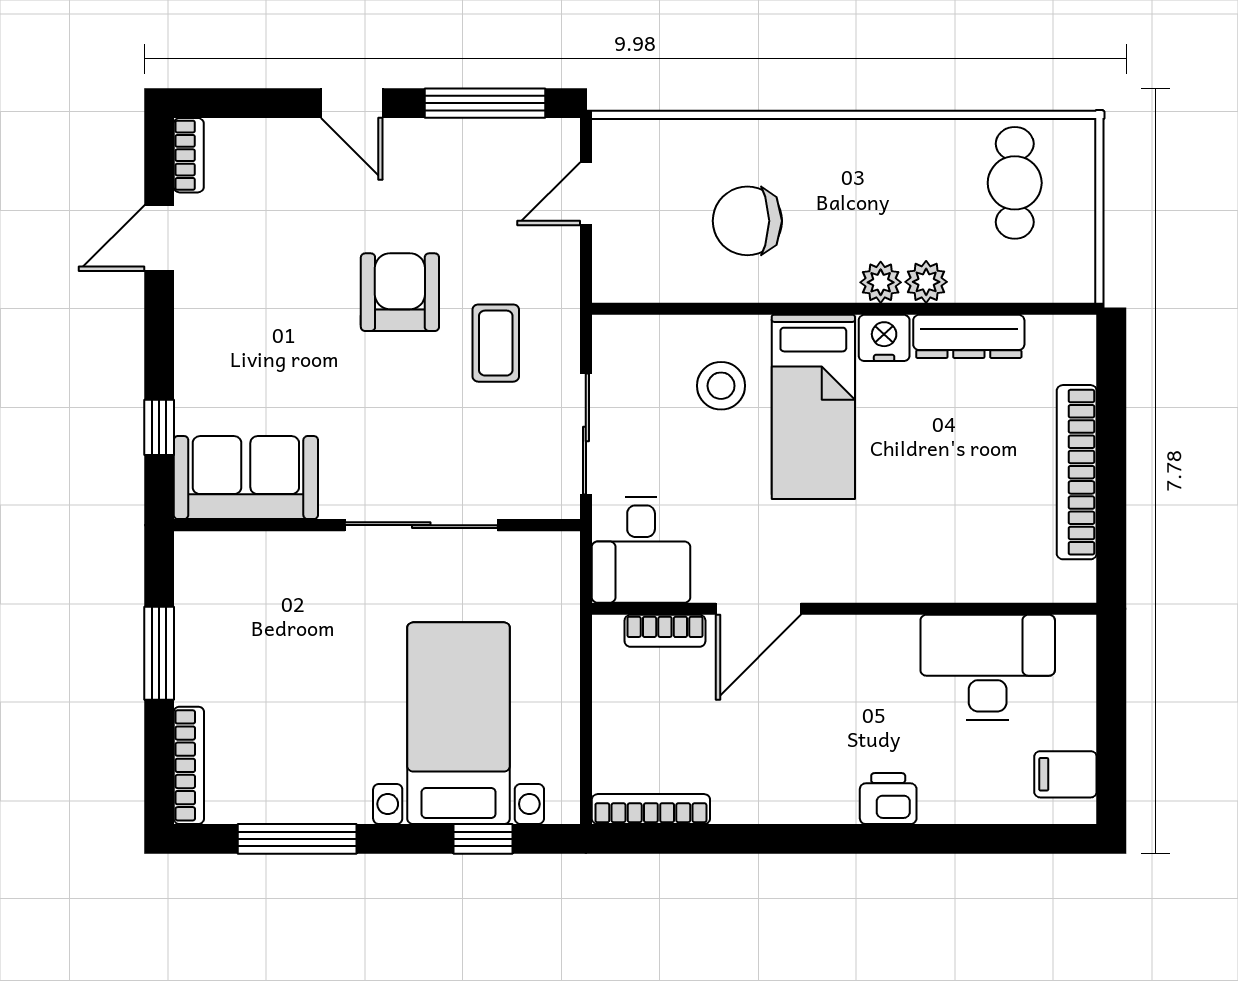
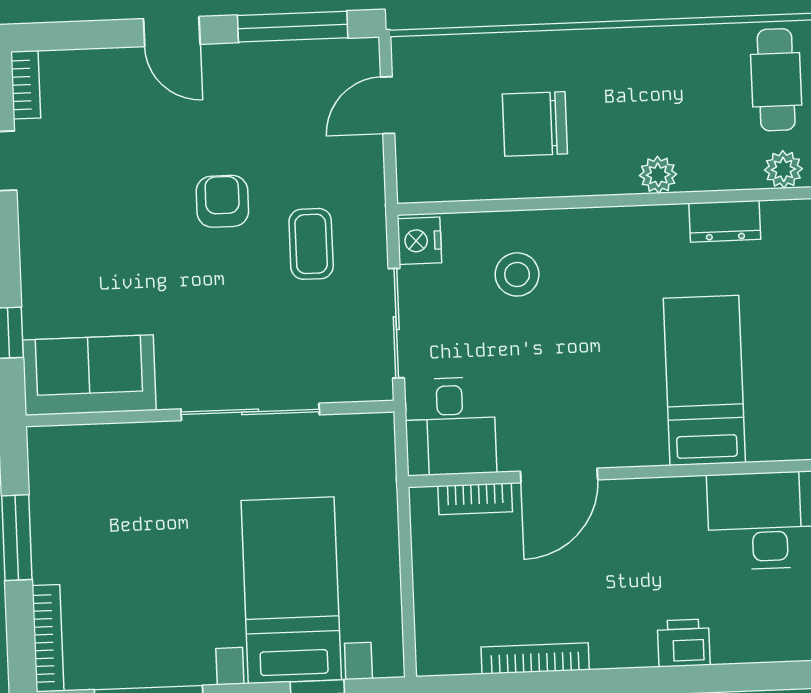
plant: (926, 282) -> (783, 169), moved
armchair: (400, 292) -> (222, 201), width x0.72, depth x0.72
dresser: (969, 336) -> (725, 221), width x0.70
nightstand: (884, 338) -> (419, 241), moved, turned -90
bed: (813, 407) -> (704, 380), moved, turned 180
bookcase: (651, 809) -> (535, 658), moved

